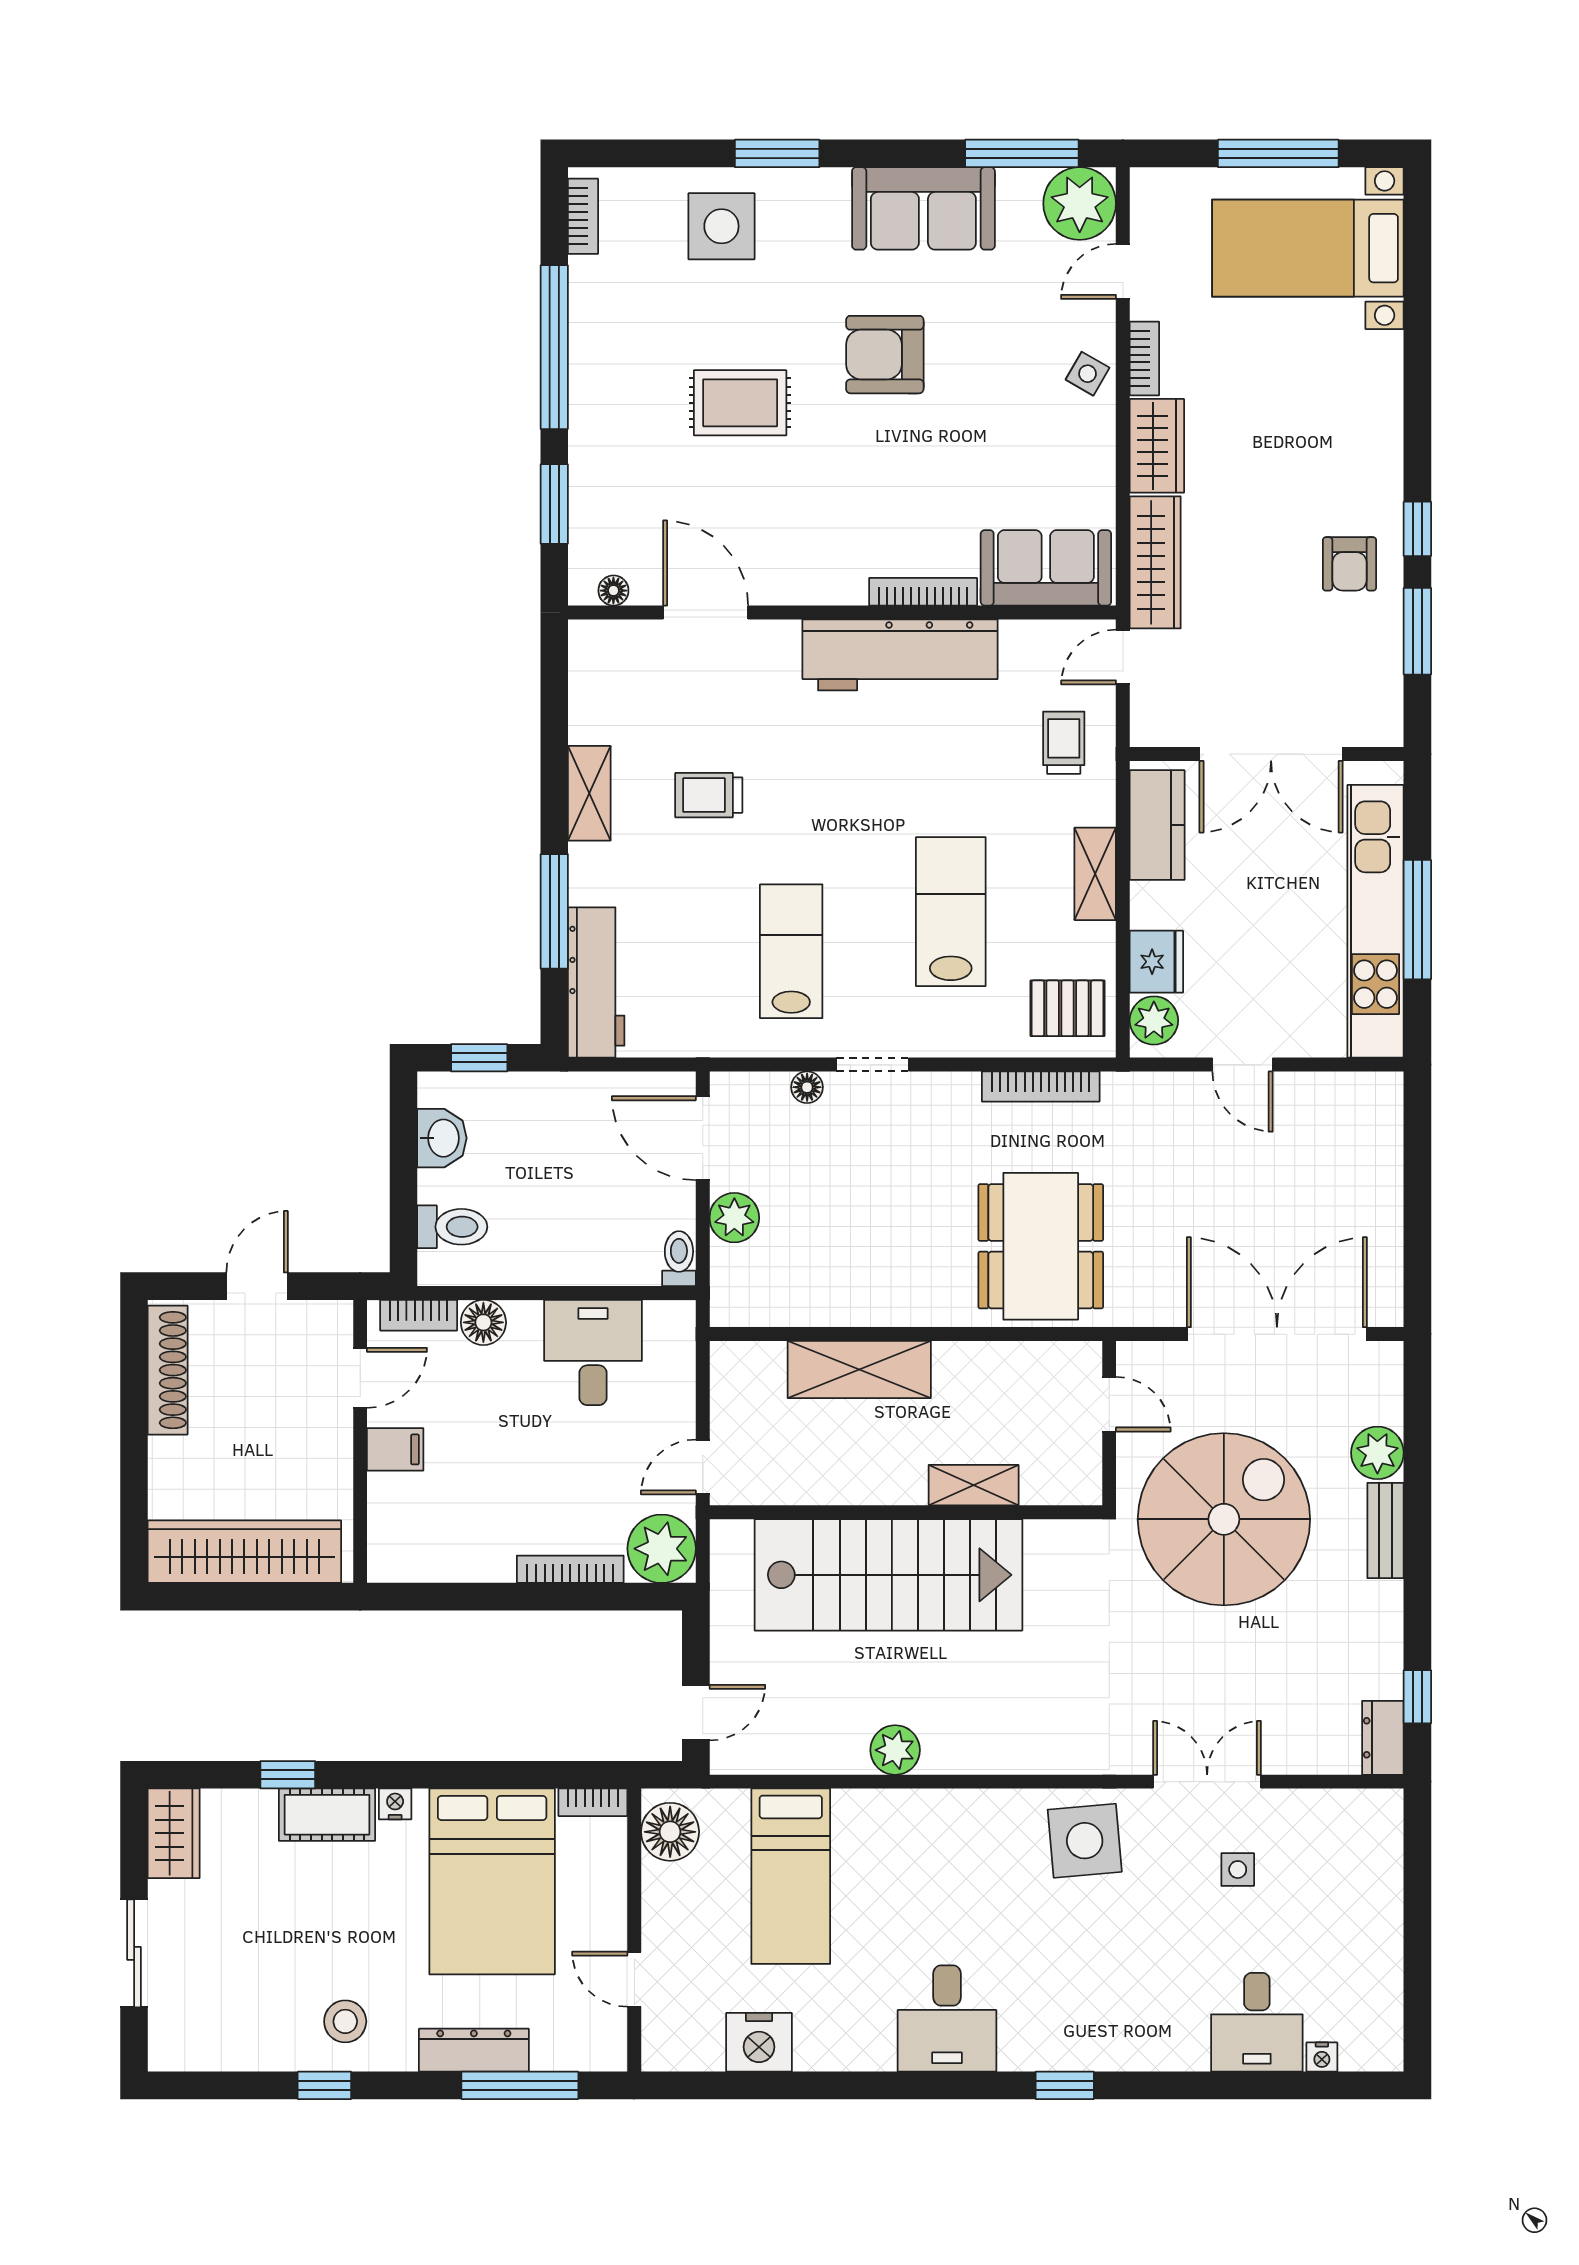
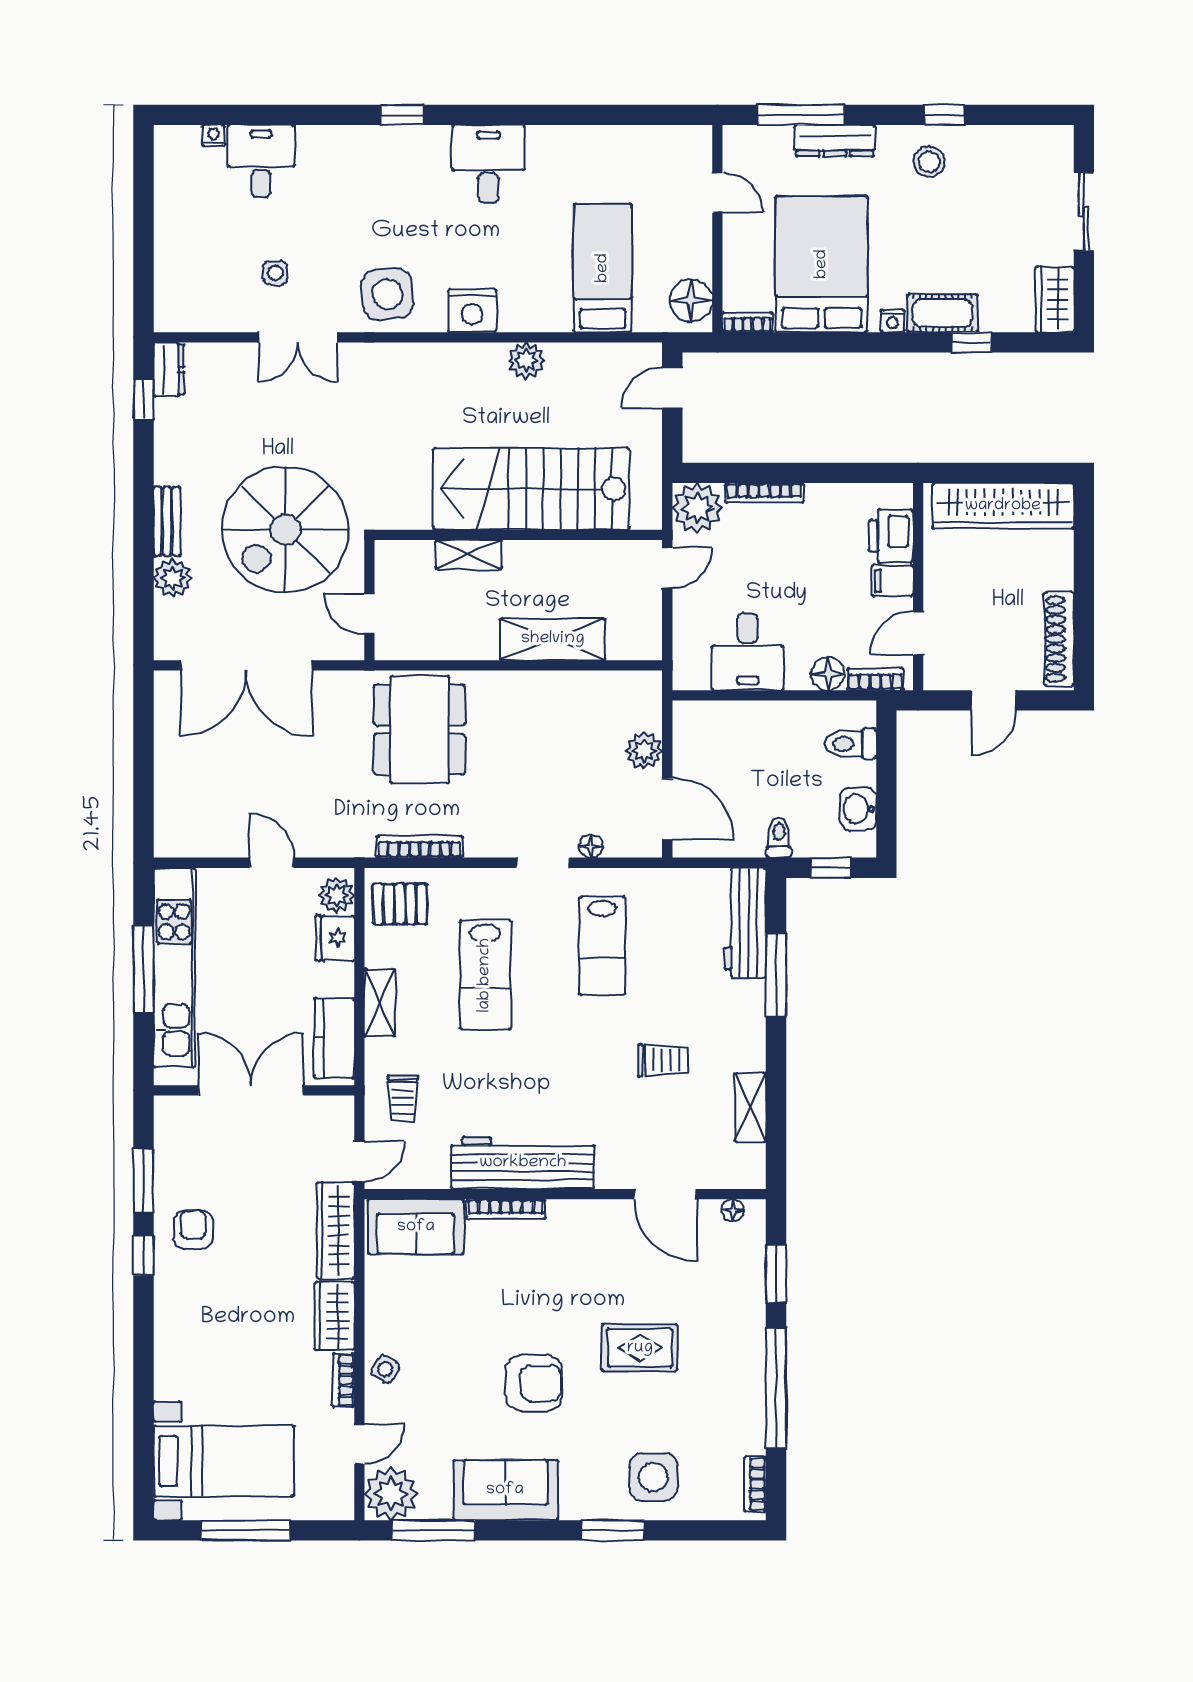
shelving: (589, 793) -> (750, 1107), moved
toilet: (679, 1259) -> (779, 838), moved, turned 180
printer: (397, 1511) -> (891, 536), added
nightstand: (759, 2042) -> (472, 311), moved, turned 180

